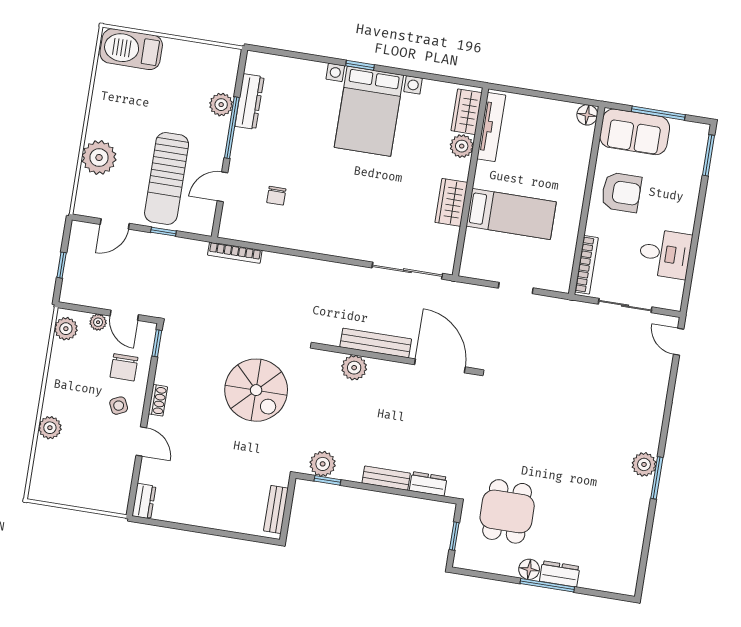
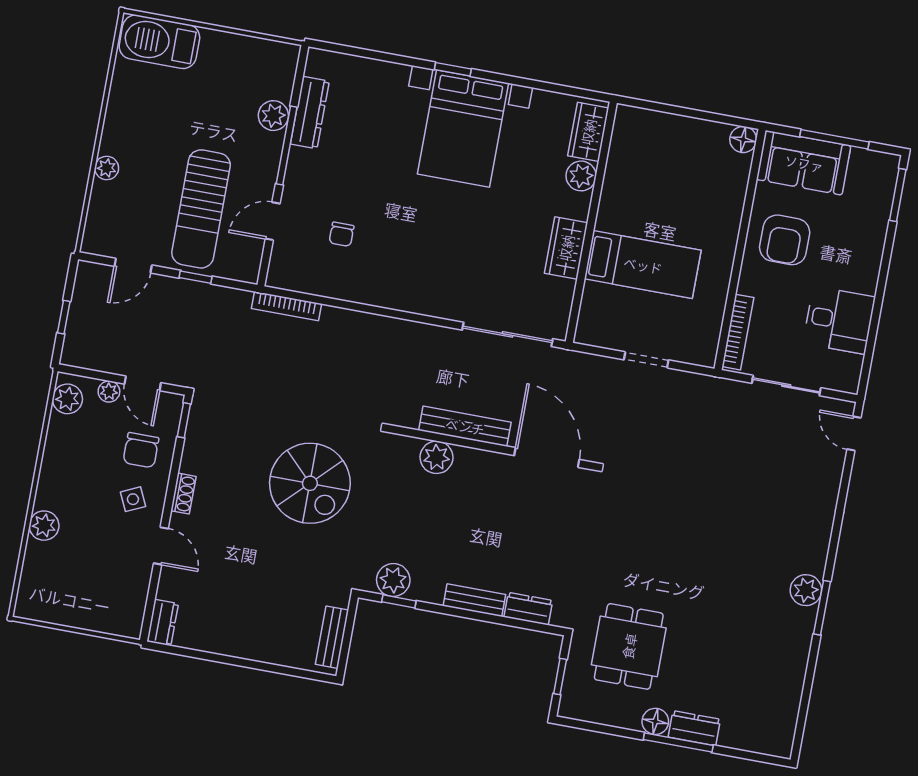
tv unit: (491, 127) -> (620, 152), removed
plant: (99, 158) -> (107, 168), width x0.53, depth x0.53
armchair: (621, 192) -> (785, 240), turned 90

